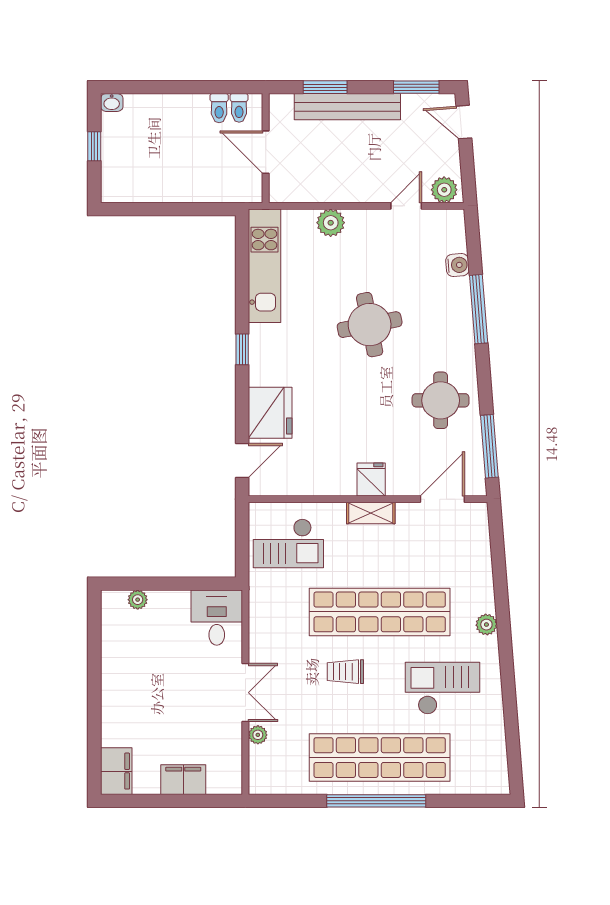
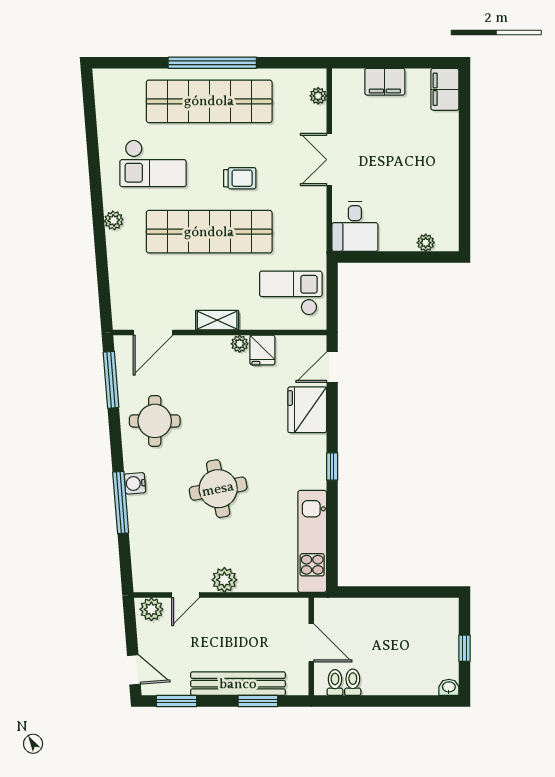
plant: (331, 223) -> (224, 580), moved
water cooler: (457, 265) -> (135, 483), moved
fridge: (371, 480) -> (262, 350), moved
plant: (346, 487) -> (240, 344), added
plant: (258, 735) -> (318, 96), moved

